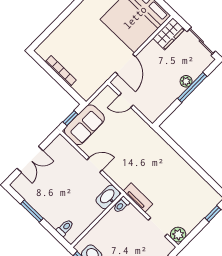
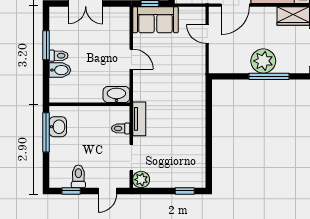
plant: (186, 81) -> (263, 61), width x1.87, depth x1.87
toilet: (121, 205) -> (121, 128), moved
bidet: (57, 218) -> (60, 70), added
toilet: (65, 228) -> (59, 56), moved

